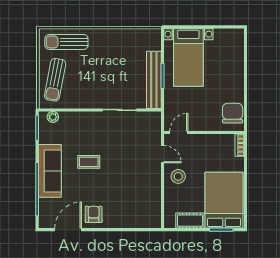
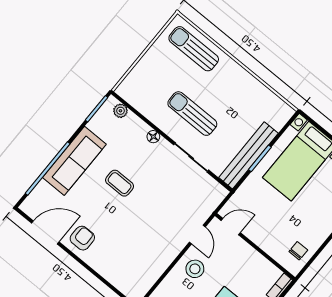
sun lounger: (55, 80) -> (192, 114), moved, turned 79
chair: (233, 113) -> (298, 251), width x0.54, depth x0.54
floor lamp: (86, 116) -> (153, 137), added

